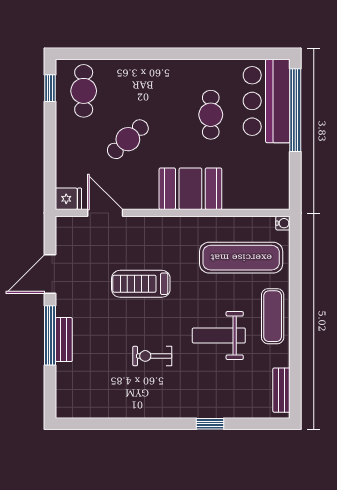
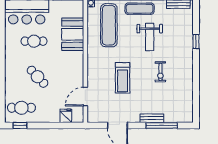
cafe table: (128, 139) -> (38, 77), moved
booth: (190, 189) -> (73, 34), moved
fridge: (68, 199) -> (66, 116), moved
window: (50, 335) -> (162, 125), moved

